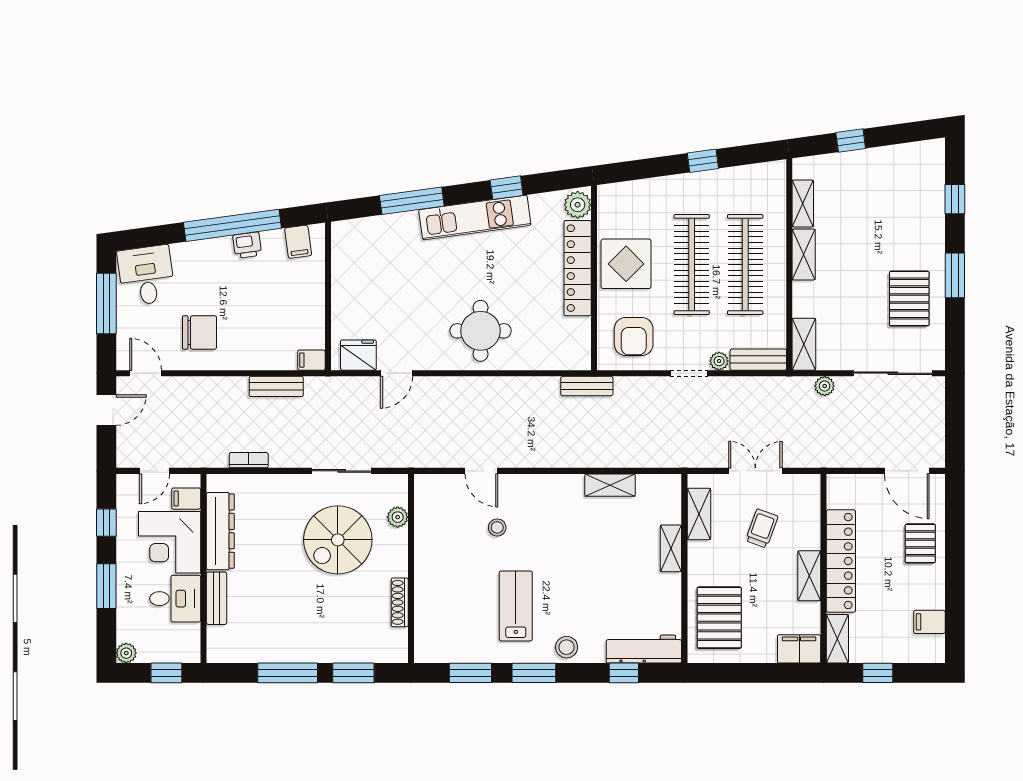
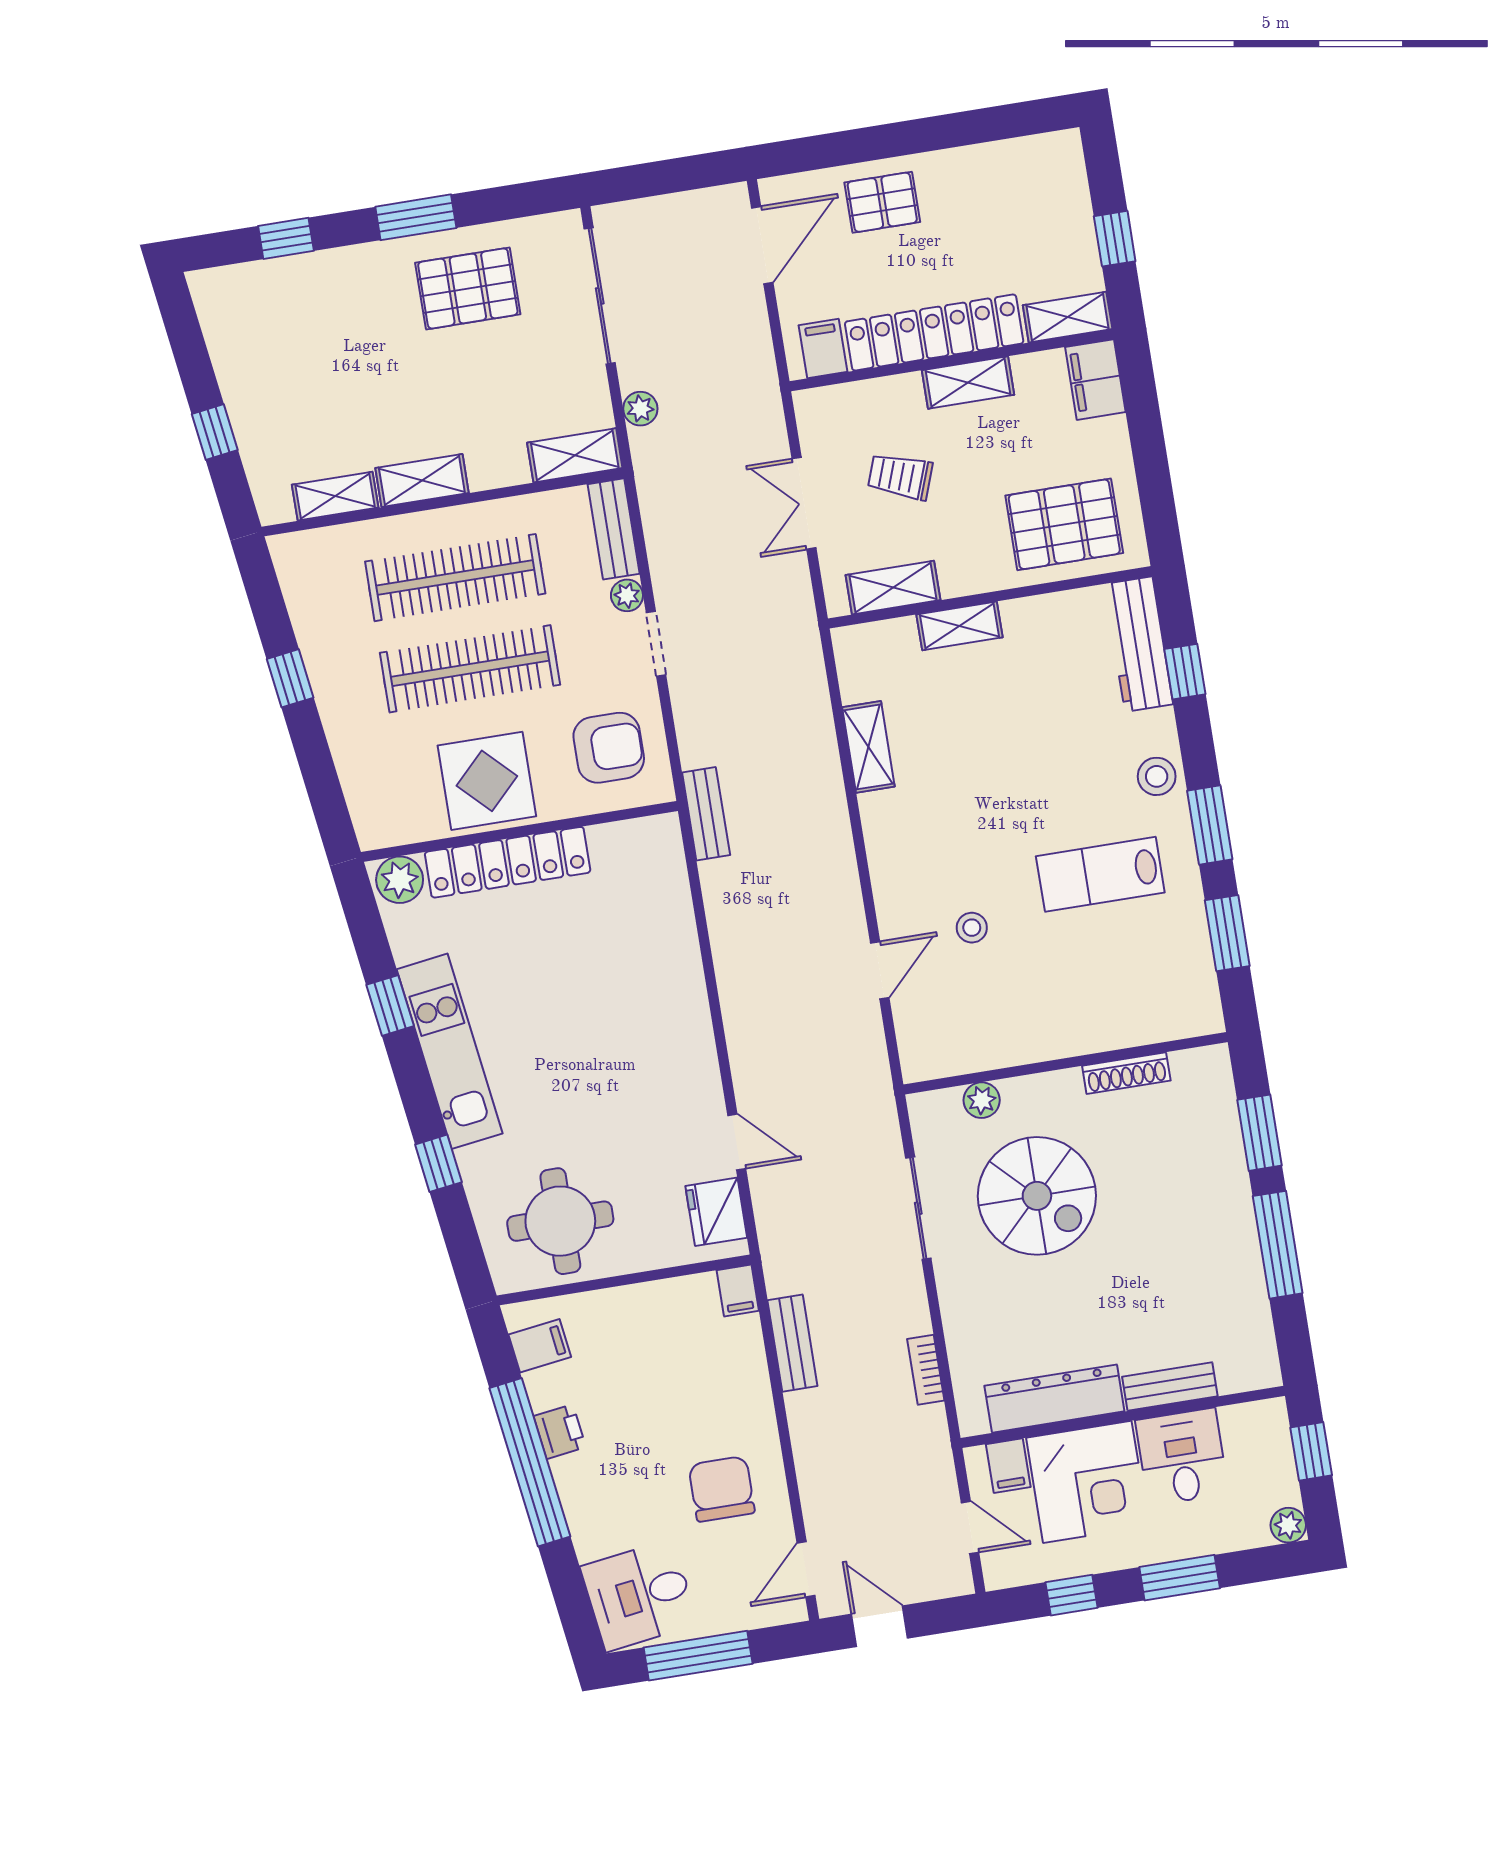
window: (412, 201) -> (438, 1163), width x0.46
round table: (481, 331) -> (560, 1221), moved
filing cabinet: (929, 622) -> (823, 349), moved, turned 180

